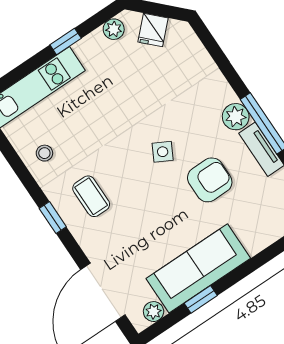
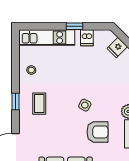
plant: (114, 29) -> (100, 35), removed
dishwasher: (96, 46) -> (87, 38), added

